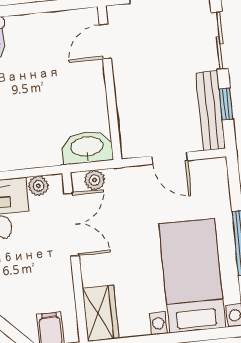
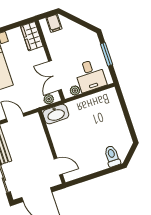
door: (105, 41) -> (58, 167), hinge flipped

